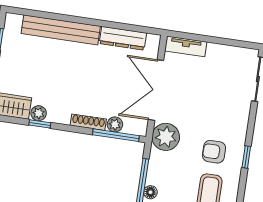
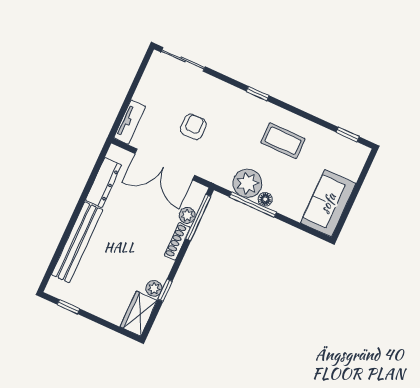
plant: (166, 137) -> (248, 183), moved
armchair: (214, 152) -> (193, 127), moved, turned 180

